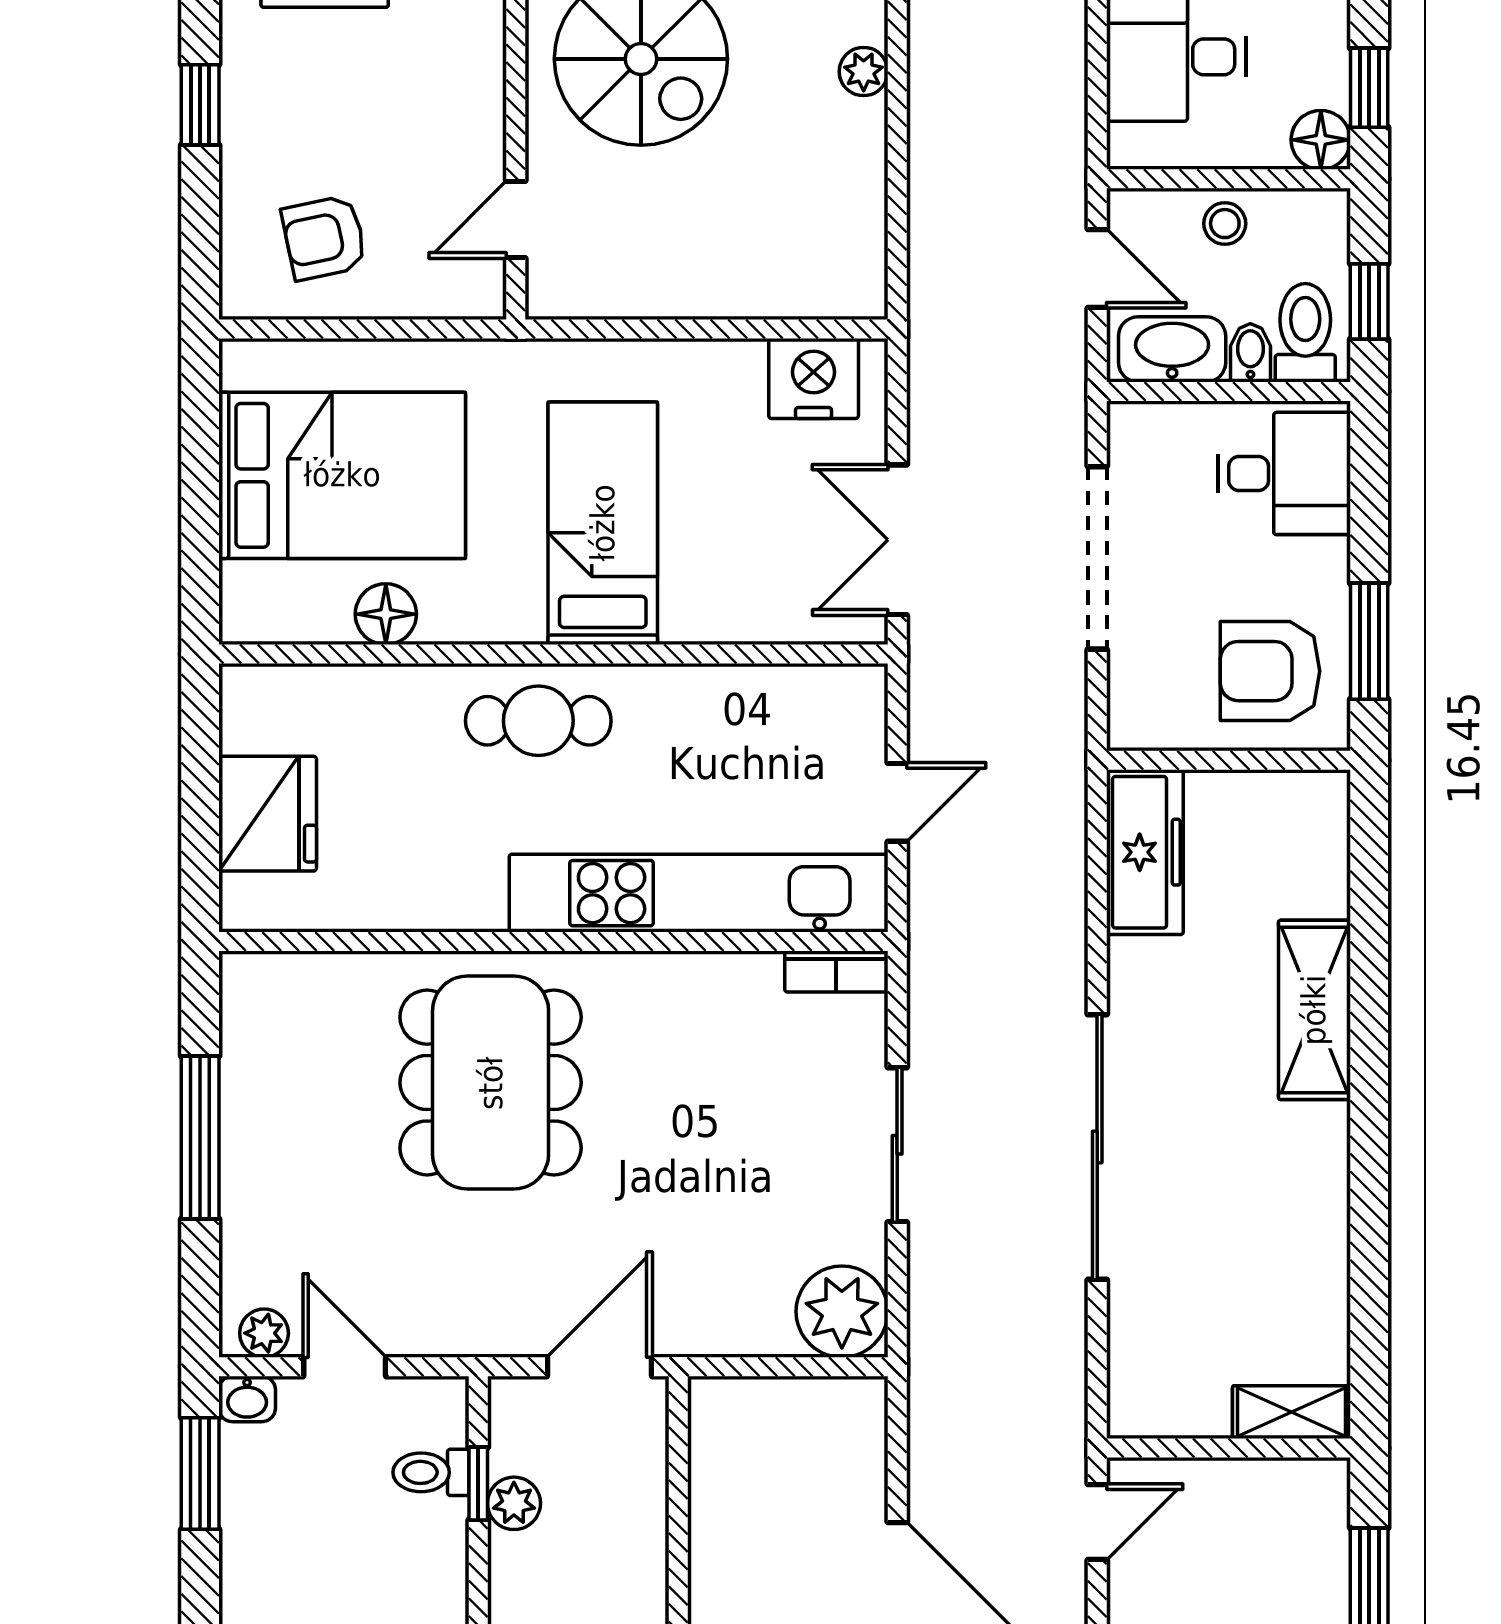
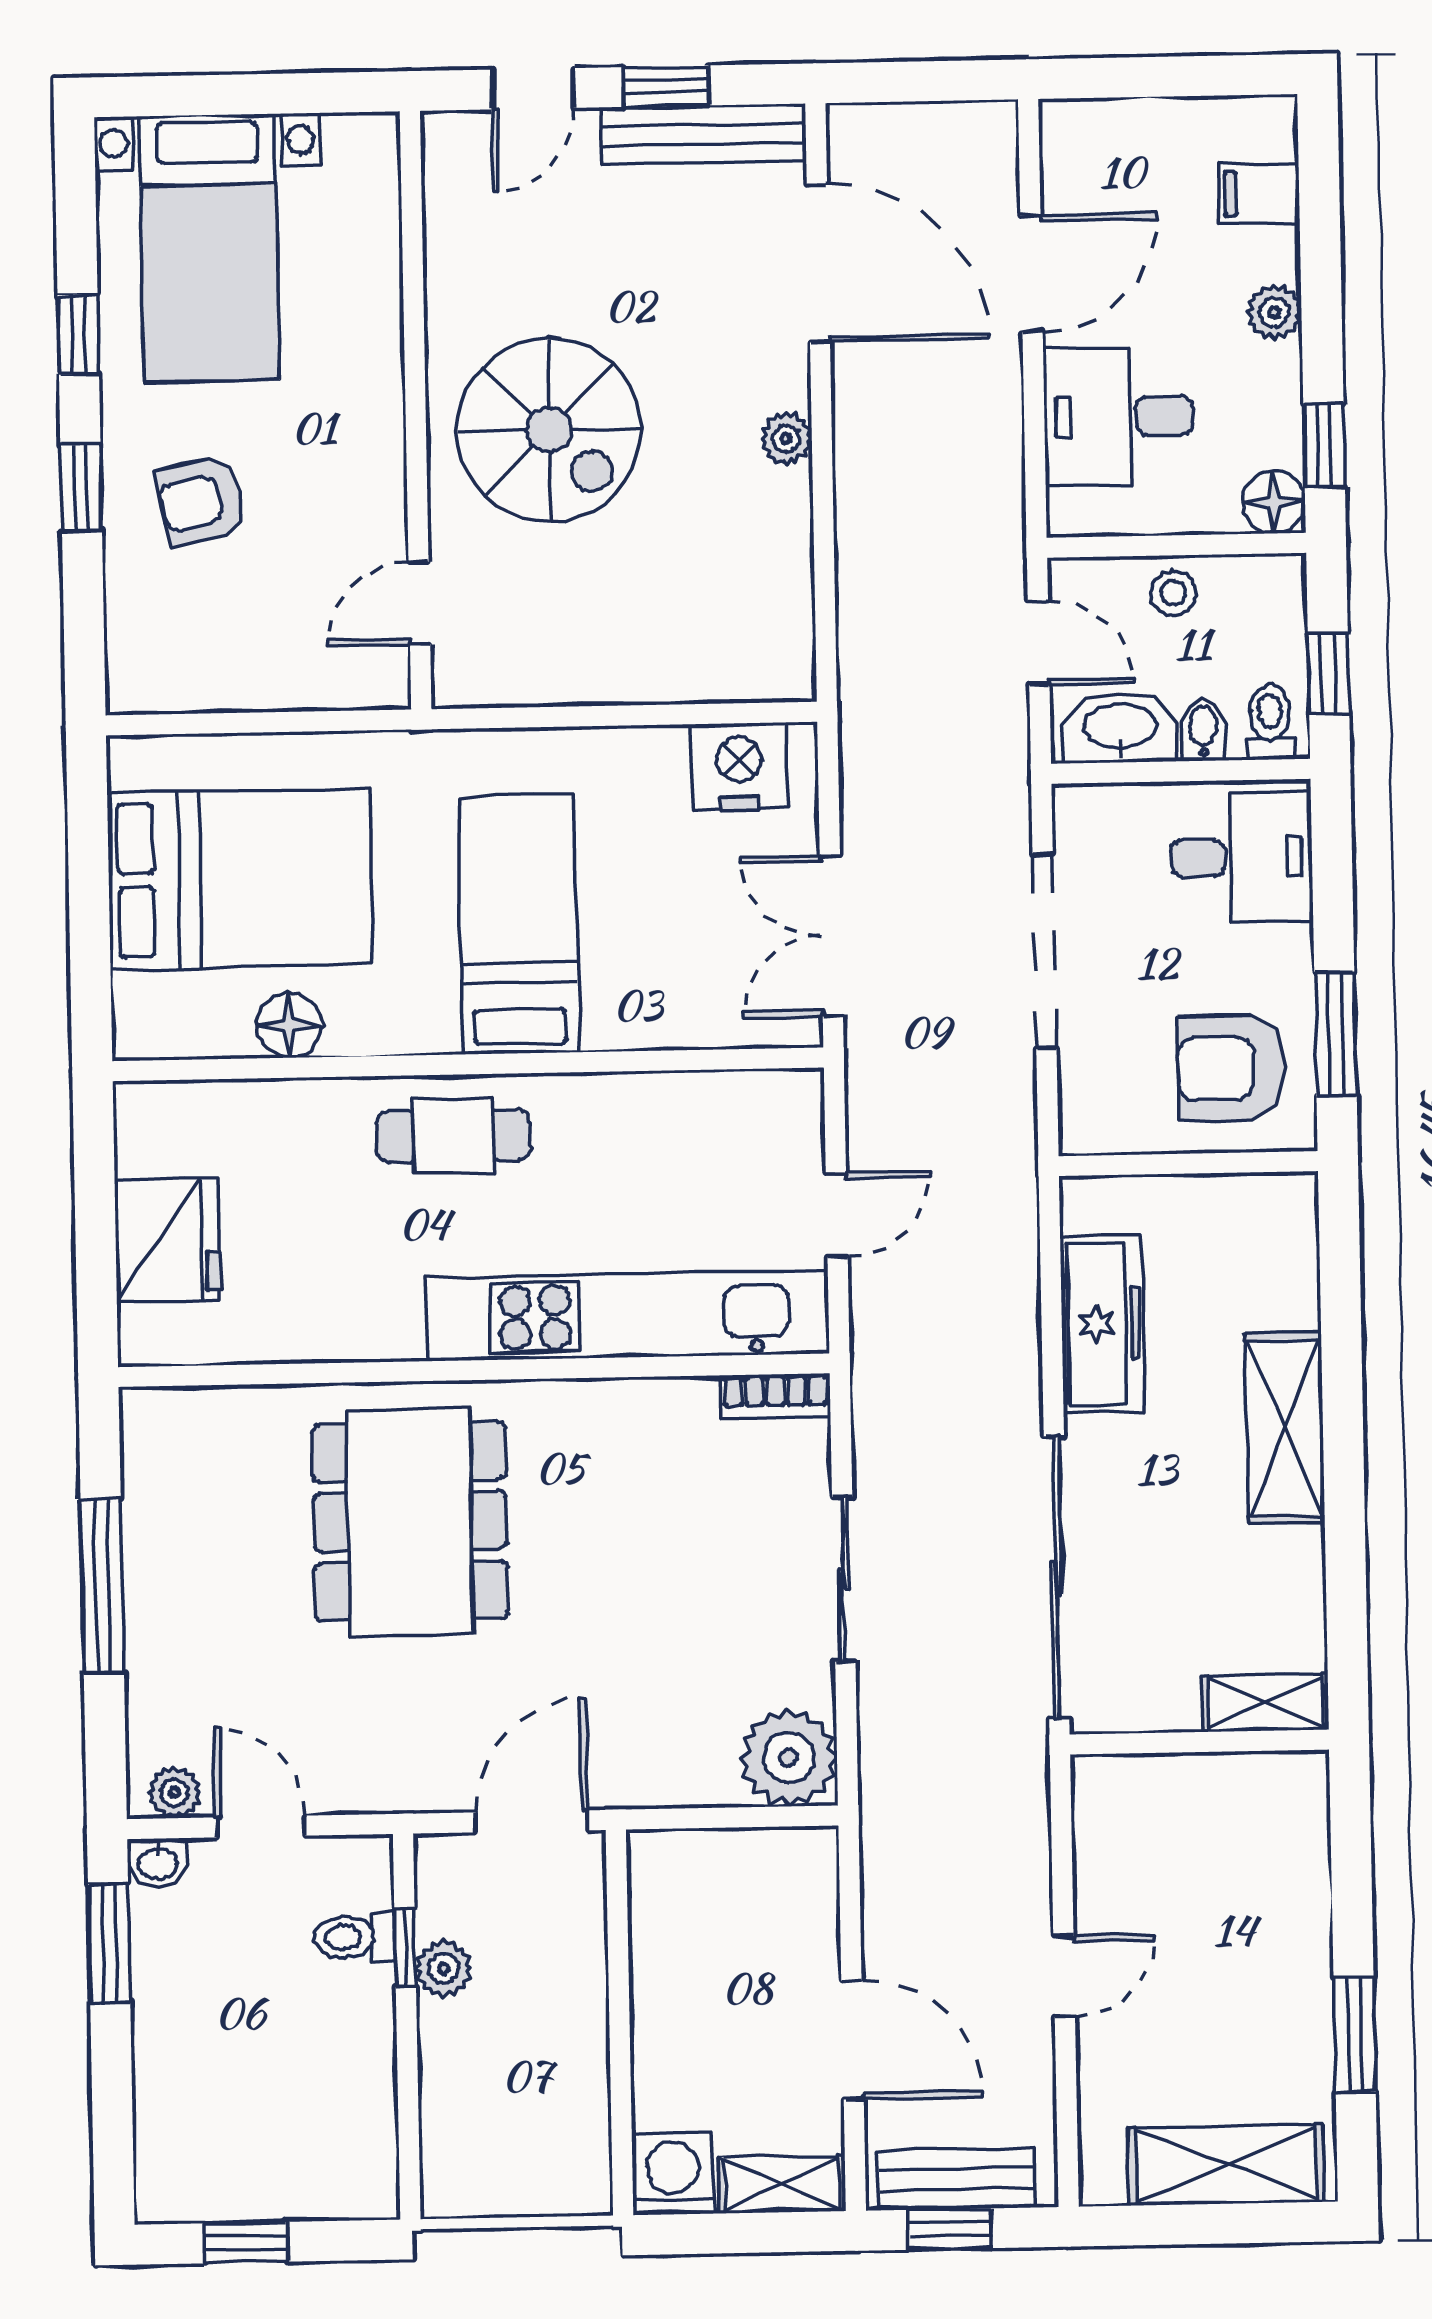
armchair: (324, 238) -> (202, 501), moved
toilet: (1305, 333) -> (1270, 722), width x0.73, depth x0.72
freezer: (1145, 852) -> (1102, 1324), moved
shelving: (1292, 1412) -> (1266, 1703), moved
wall: (1228, 1448) -> (1199, 1742), moved

